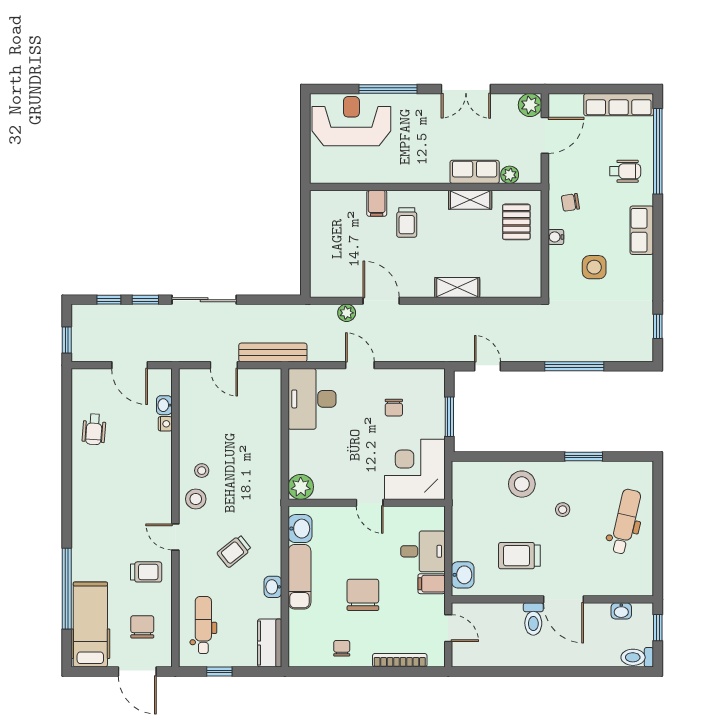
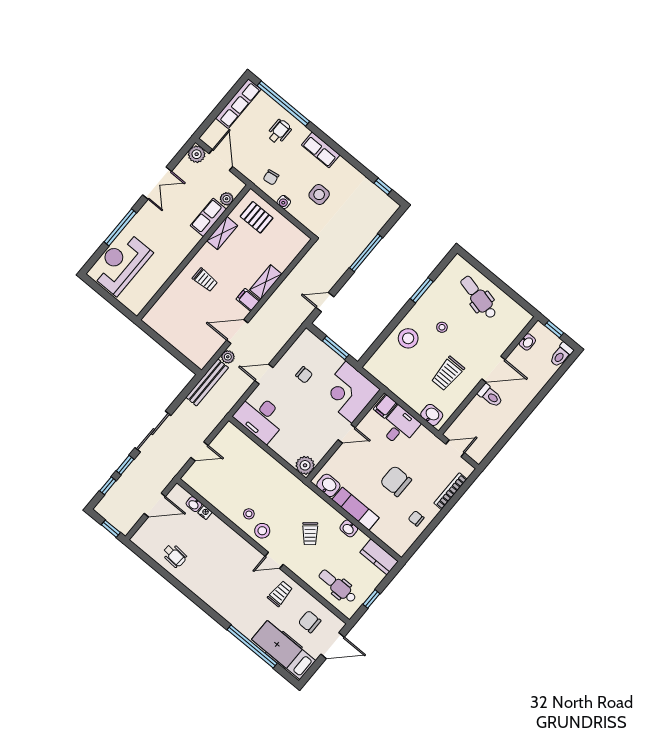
filing cabinet: (377, 203) -> (248, 300), moved, turned 180
bench: (273, 352) -> (207, 382), moved
filing cabinet: (432, 584) -> (385, 406), moved

